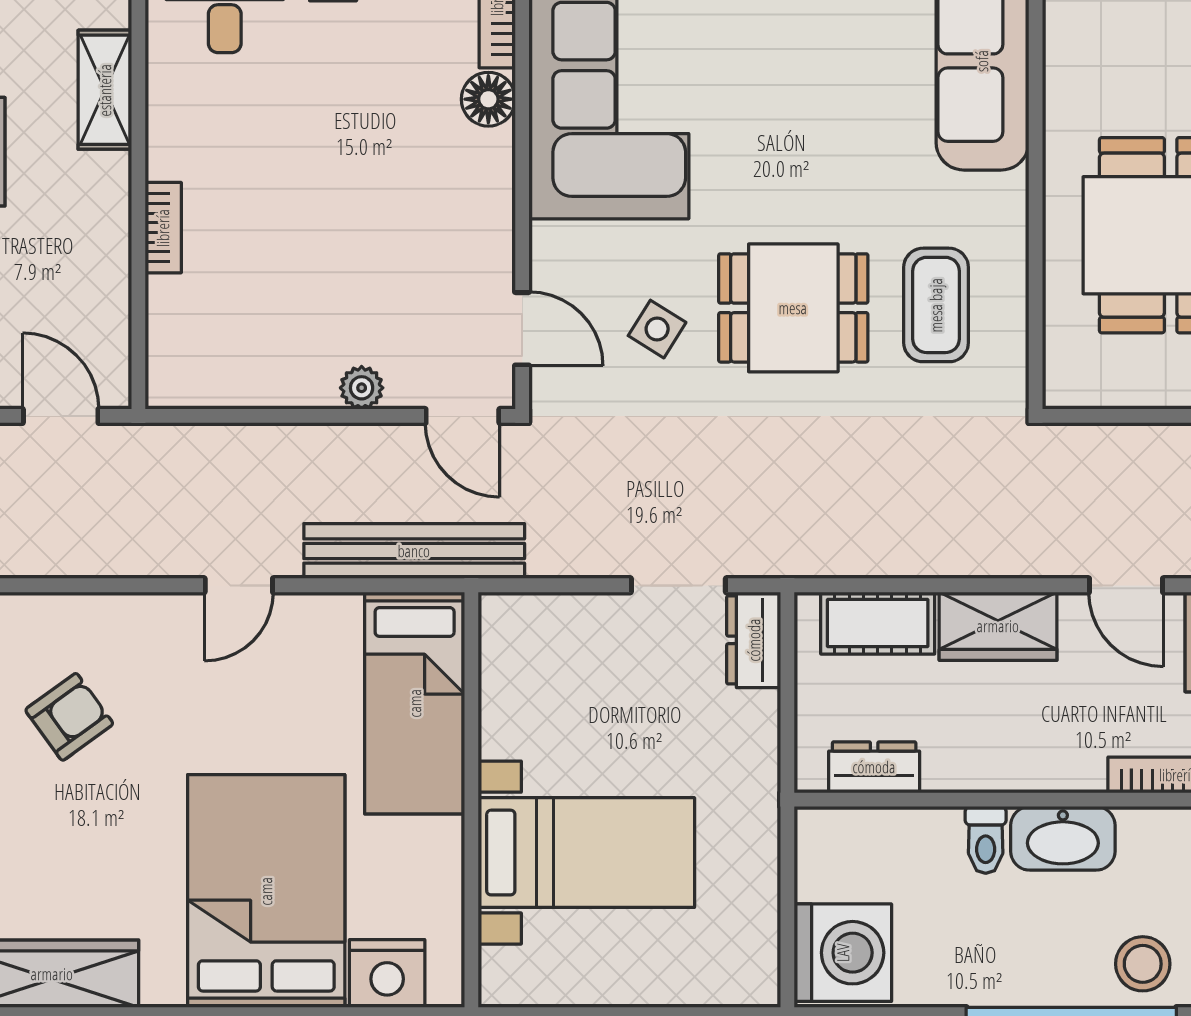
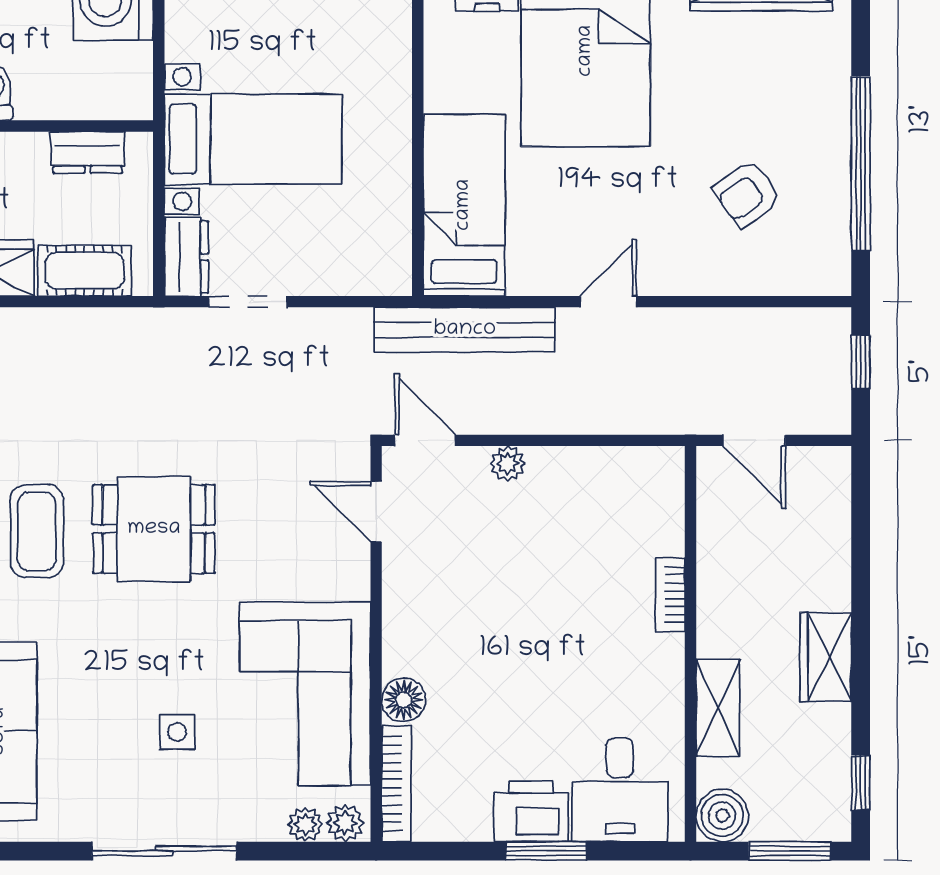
side table: (657, 329) -> (177, 732), moved, turned -32
bed with nightstands: (586, 853) -> (253, 139), moved, turned 180

